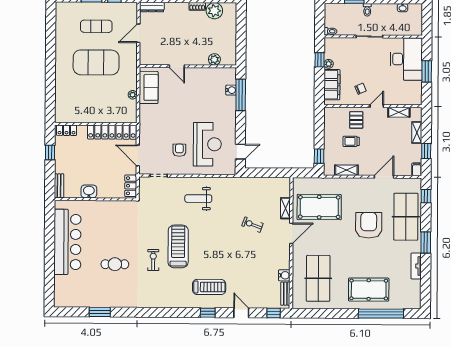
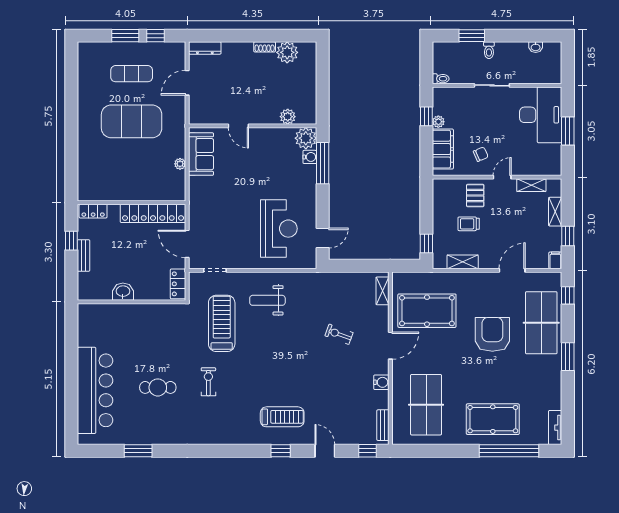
plant: (228, 76) -> (306, 138), added
armchair: (179, 150) -> (242, 237), removed
bench: (59, 186) -> (84, 256), moved
shelving: (285, 208) -> (382, 291), moved
bar counter: (67, 242) -> (95, 390), moved
treadmill: (178, 246) -> (222, 323), moved
tv unit: (416, 266) -> (555, 428), moved
water cooler: (284, 275) -> (381, 382), moved

